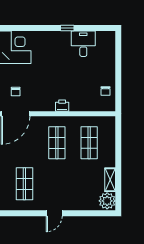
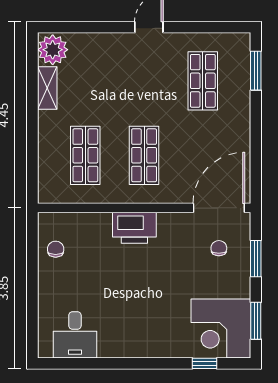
window: (67, 28) -> (205, 363), moved
desk: (83, 44) -> (75, 335), moved
printer: (62, 106) -> (134, 228), width x1.87, depth x1.48

